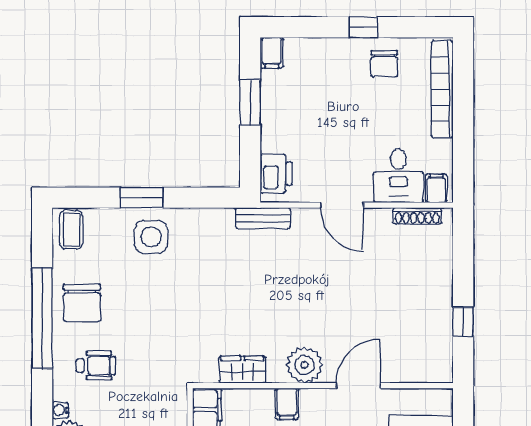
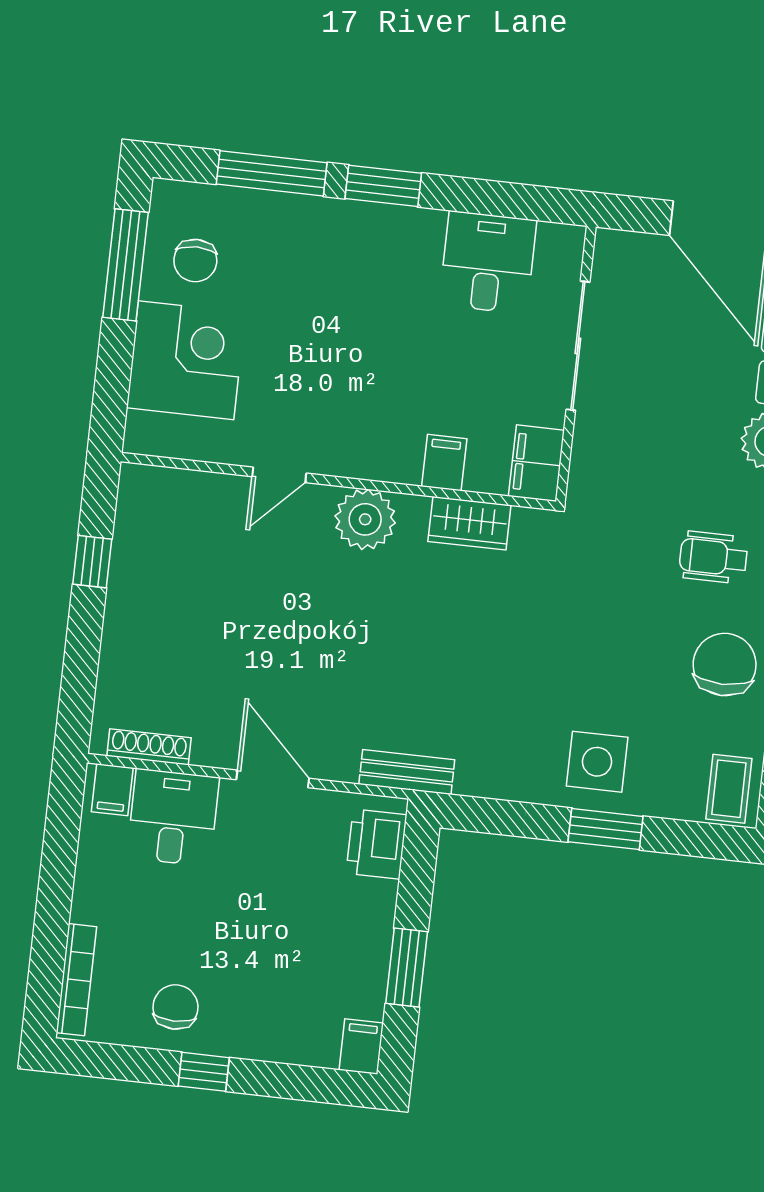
bookcase: (442, 89) -> (76, 980), width x0.68, depth x0.76
door: (358, 386) -> (279, 475), width x0.73
filing cabinet: (287, 404) -> (444, 463), moved

